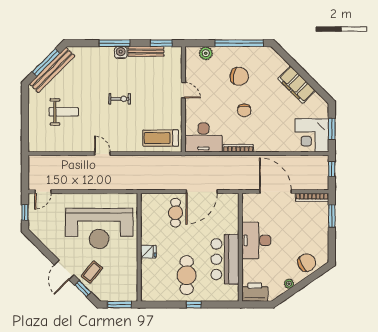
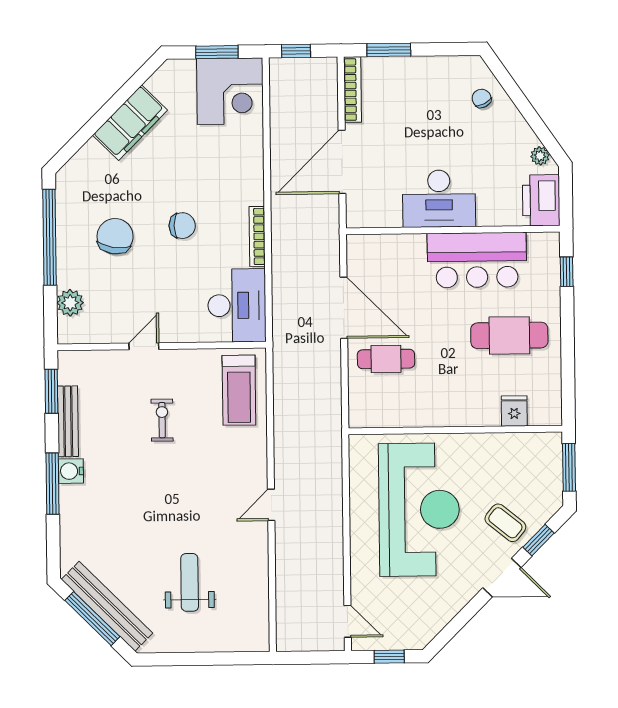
exercise bike: (120, 99) -> (162, 420), moved
fridge: (148, 252) -> (514, 411), moved
chair: (307, 263) -> (482, 98), width x0.54, depth x0.54
plant: (289, 284) -> (540, 156), moved
window: (194, 305) -> (567, 272), moved

